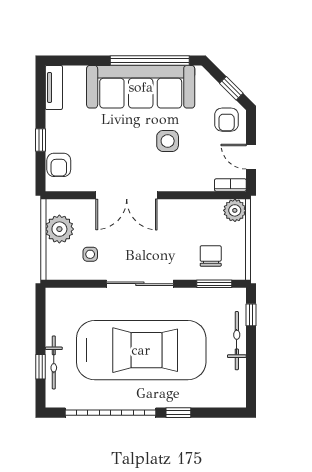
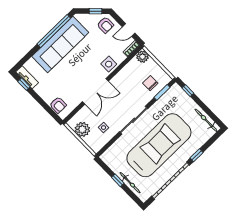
window: (40, 140) -> (24, 84), moved
side table: (168, 141) -> (109, 64), moved
bicycle: (237, 341) -> (206, 120), moved
window: (40, 367) -> (118, 180), moved

